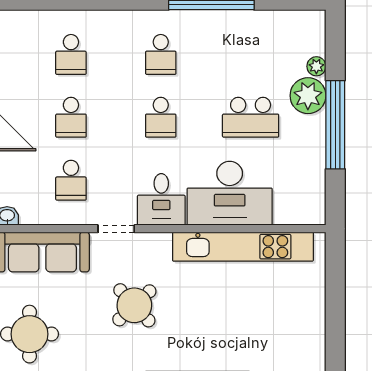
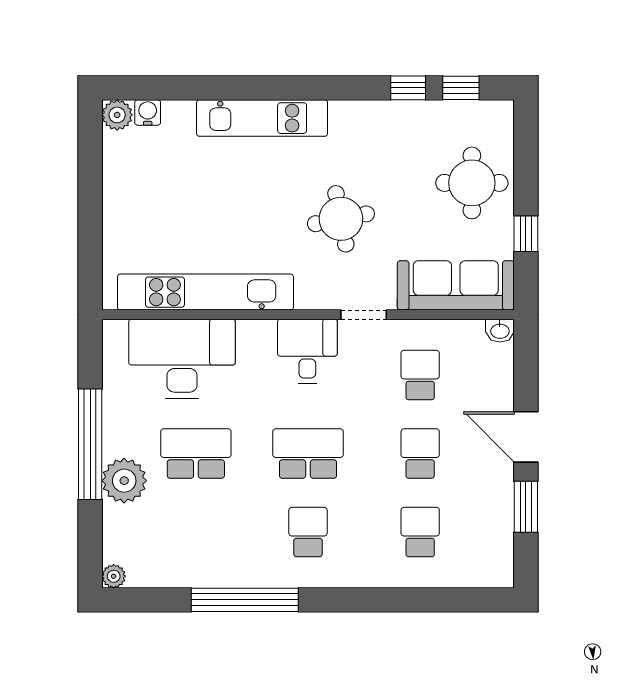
plant: (316, 66) -> (114, 576), moved
school desk: (161, 117) -> (308, 454), width x1.85
desk: (230, 193) -> (182, 359), moved
round table: (134, 305) -> (341, 219), turned 32

